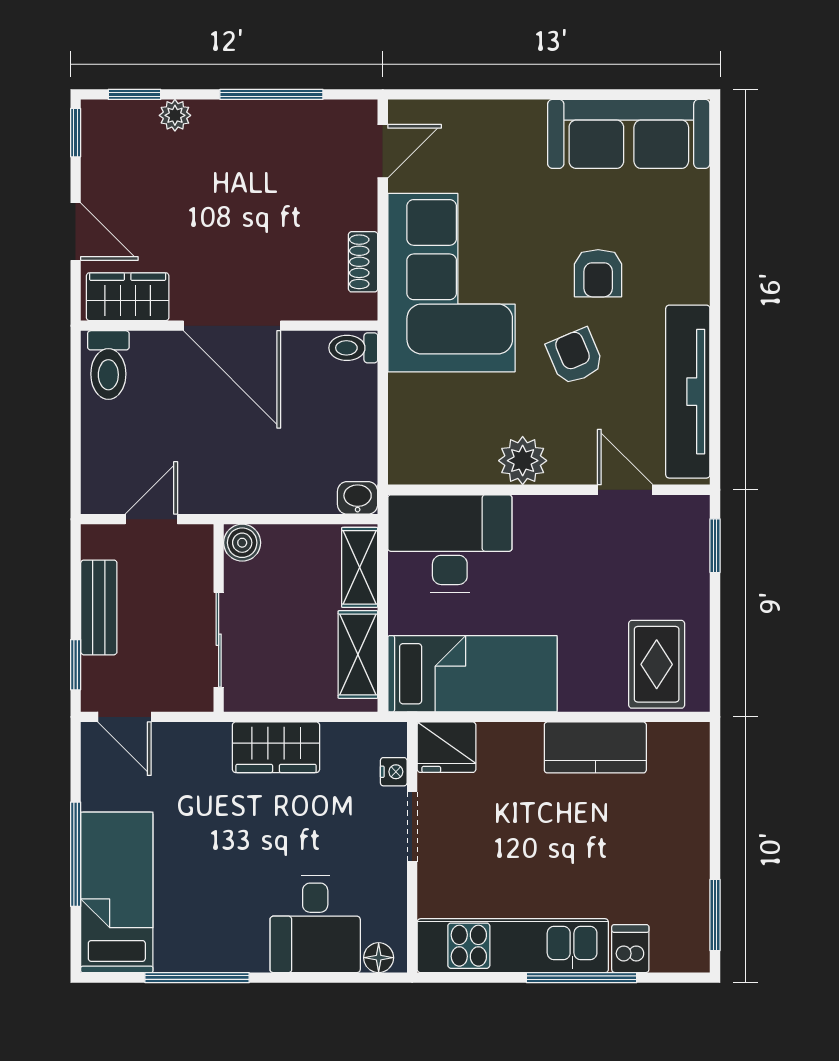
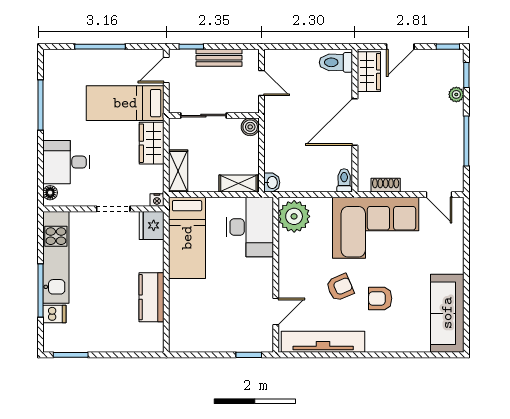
plant: (523, 461) -> (294, 216), moved, width x1.36, depth x1.36
shelving: (358, 655) -> (178, 171), moved, turned 90
rug: (657, 664) -> (192, 327), removed
nightstand: (394, 772) -> (157, 200), moved
bed: (117, 892) -> (125, 103), moved, turned 180

